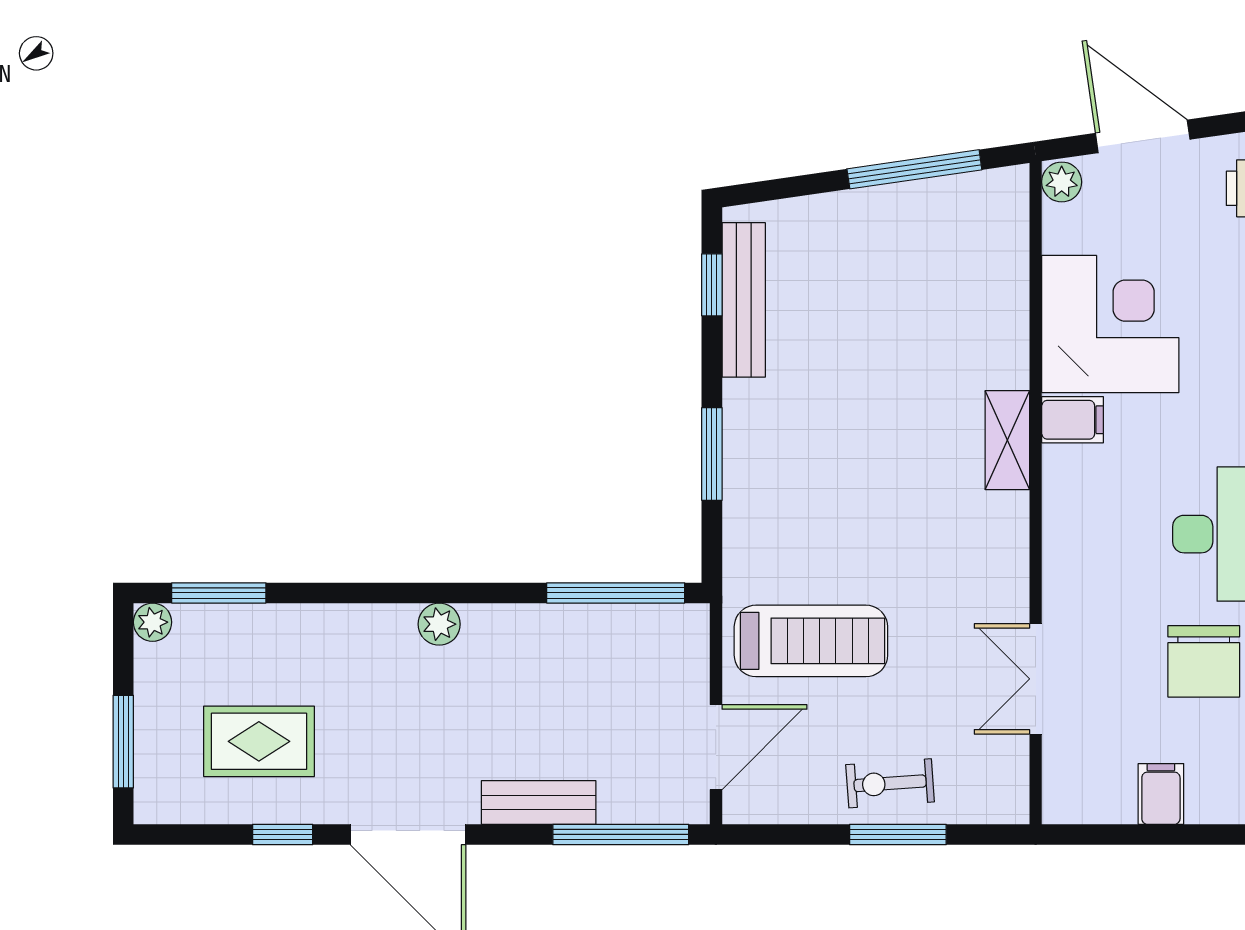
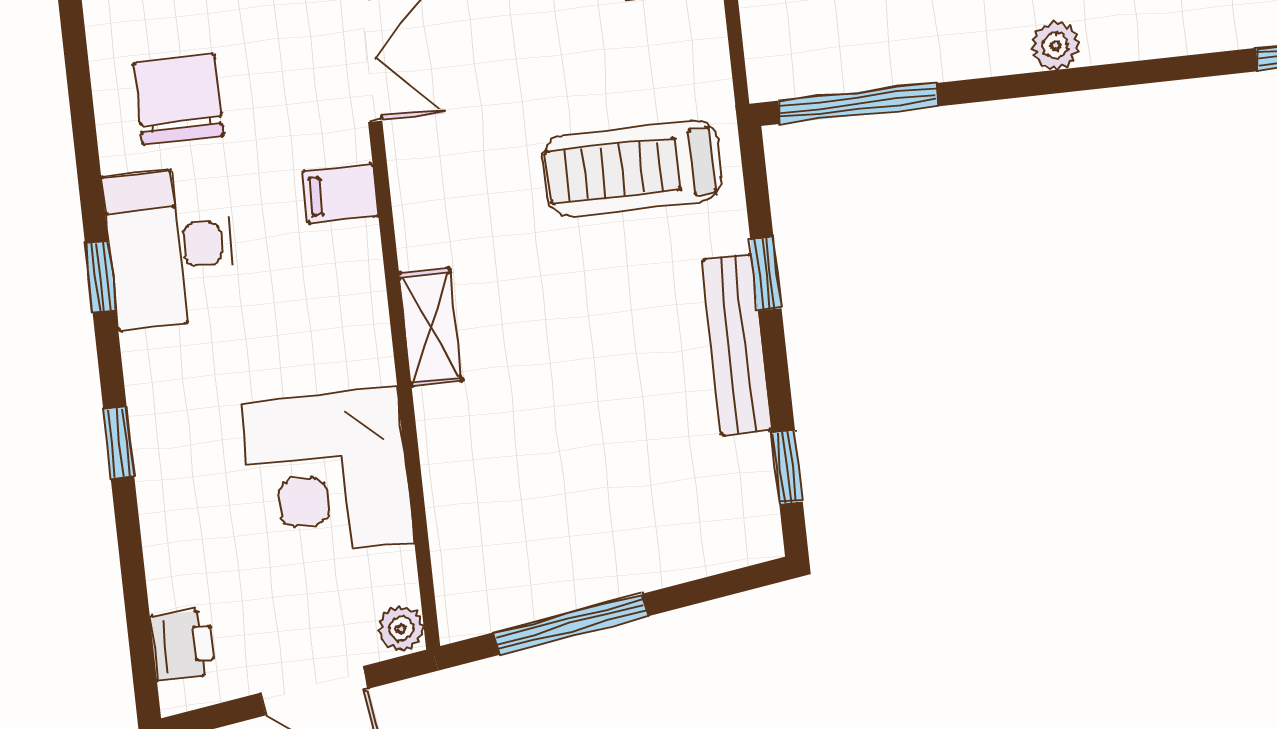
bench: (744, 300) -> (737, 345), moved
filing cabinet: (1073, 420) -> (340, 194), moved
window: (712, 454) -> (766, 274), width x0.67
treadmill: (811, 641) -> (632, 169), moved

